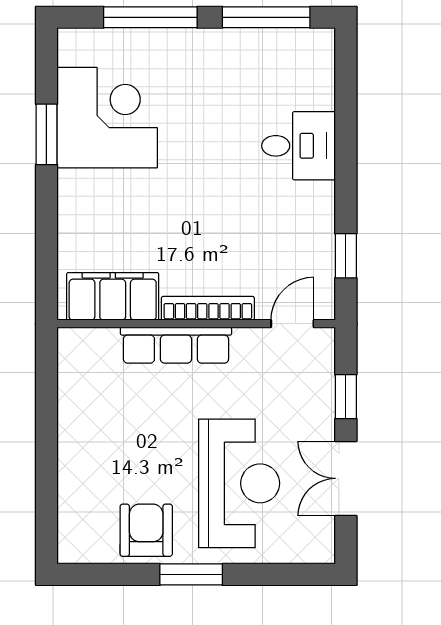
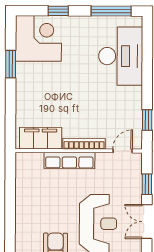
window: (150, 17) -> (58, 11), width x0.46
corner desk: (107, 118) -> (38, 38), moved
desk: (299, 146) -> (121, 56), width x1.87, depth x1.30

